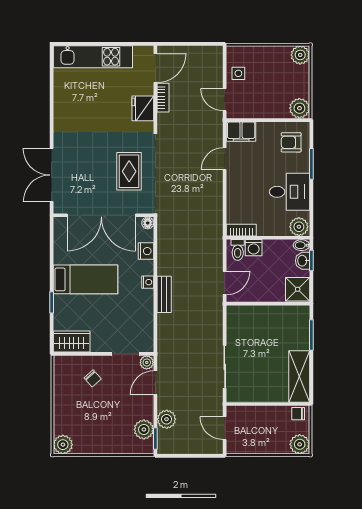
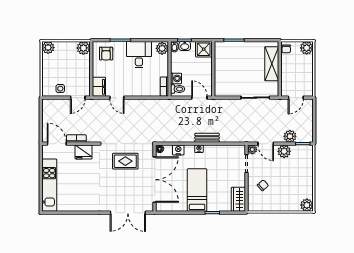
shelving: (299, 376) -> (272, 64), moved, turned 90
plant: (144, 429) -> (284, 151), moved

